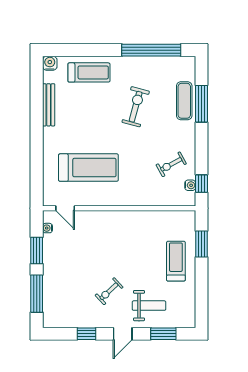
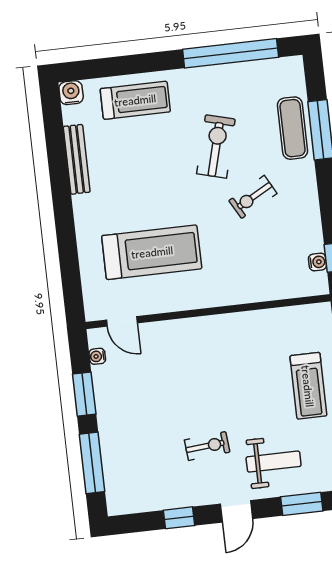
exercise bike: (171, 164) -> (253, 197), moved
treadmill: (176, 261) -> (308, 386), turned 180
exercise bike: (109, 291) -> (207, 446), turned -142

